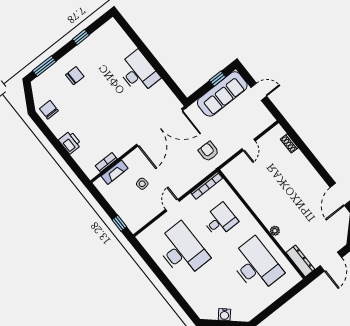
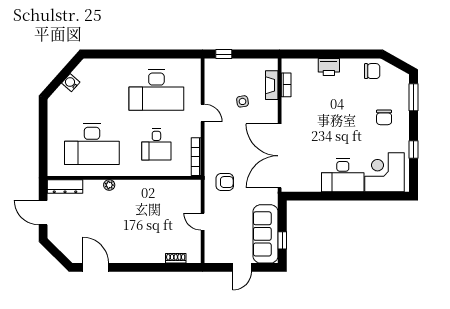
corner desk: (113, 45) -> (385, 172), added

